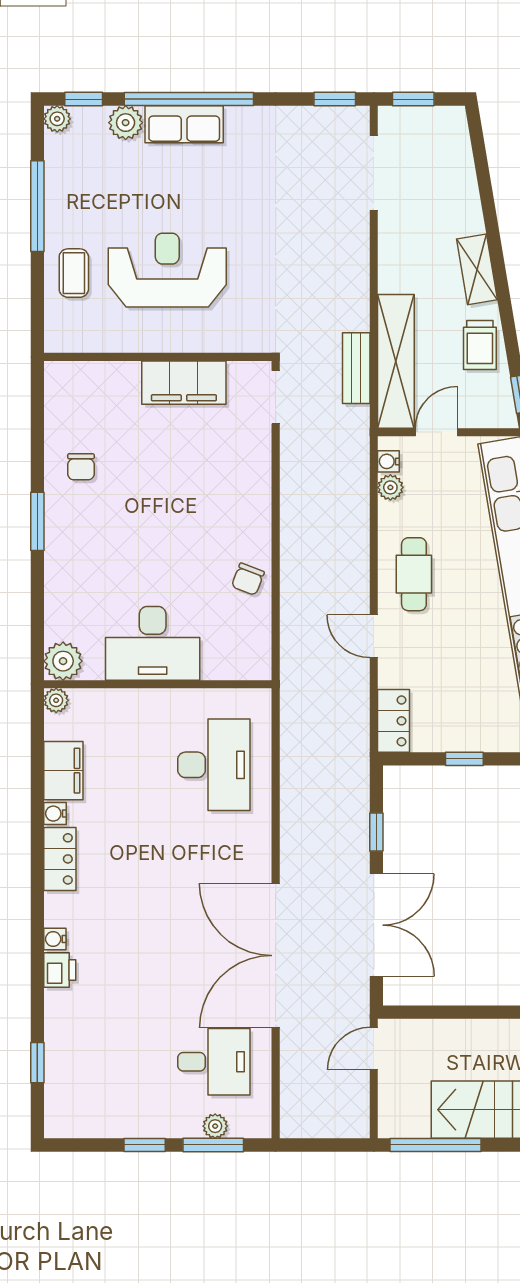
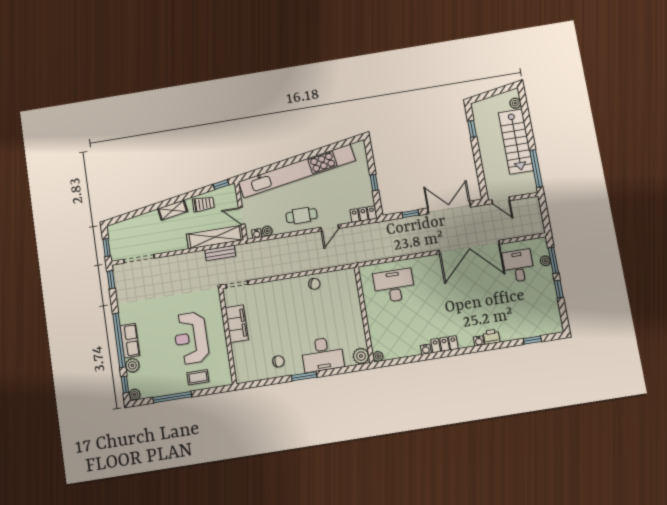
desk: (153, 643) -> (322, 354), moved, turned 90
filing cabinet: (63, 771) -> (407, 349), removed

